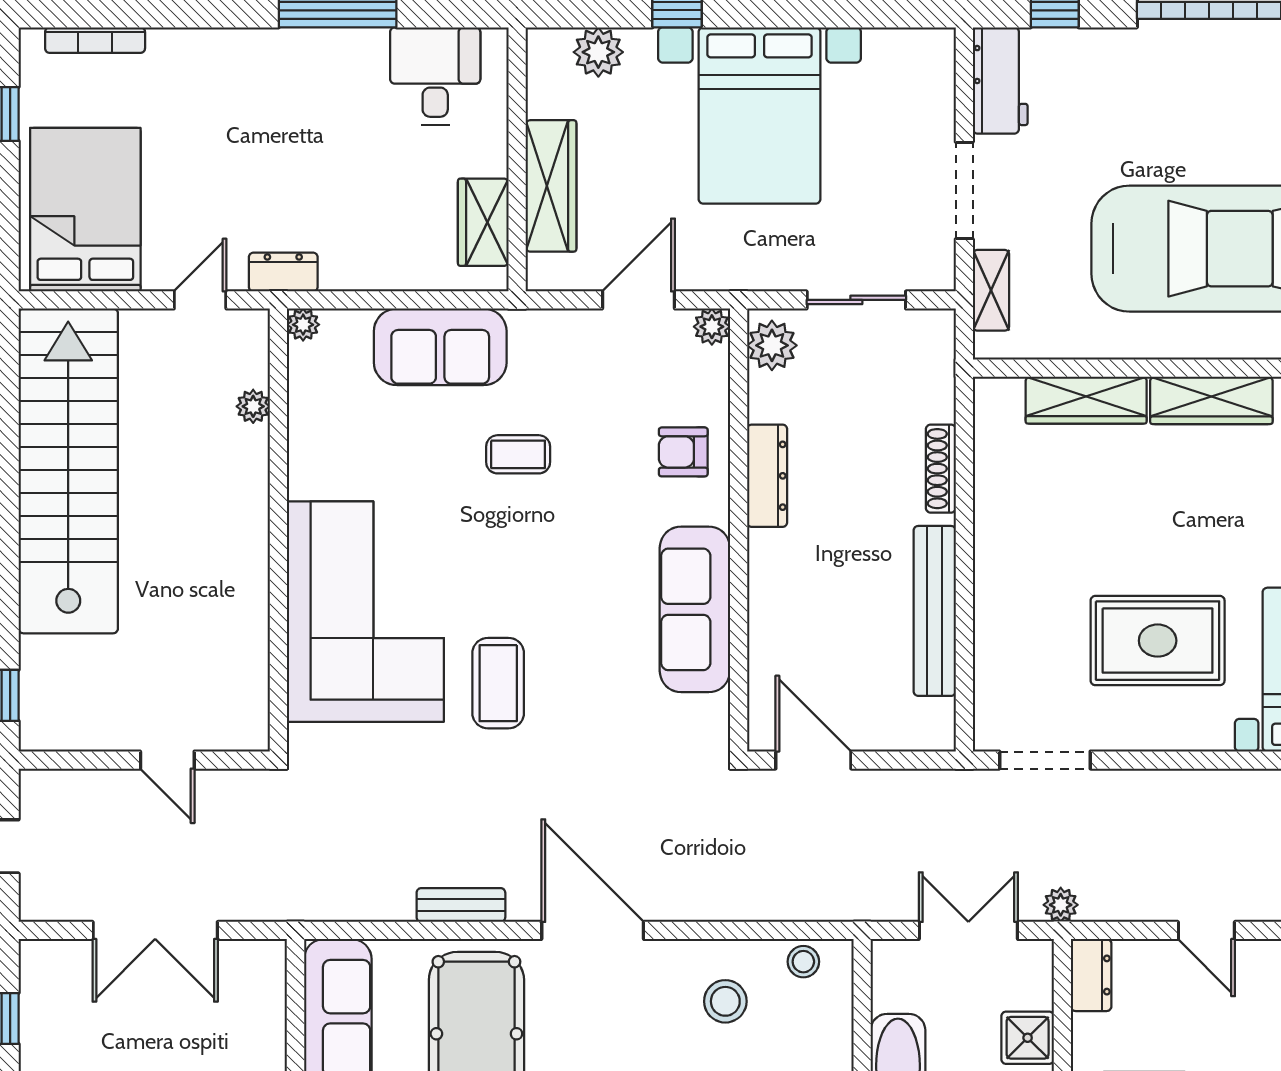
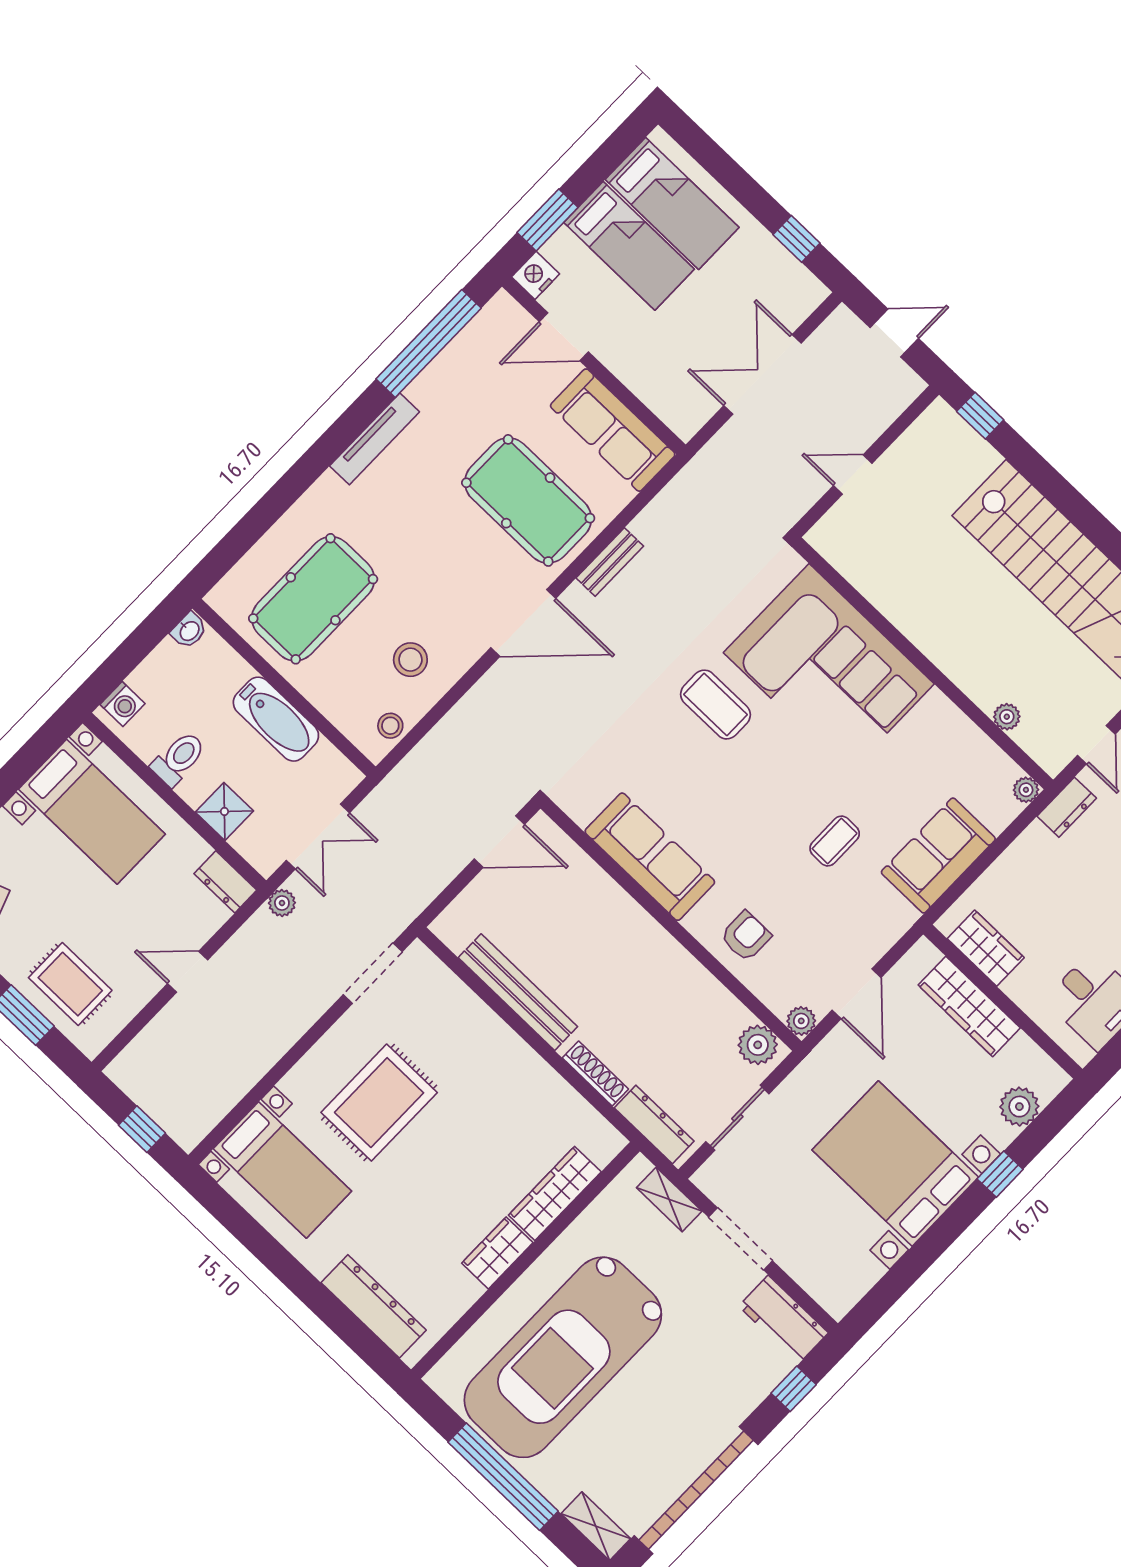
wardrobe: (1211, 400) -> (497, 1253), width x0.67
dresser: (767, 476) -> (654, 1124), moved, turned 180

